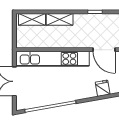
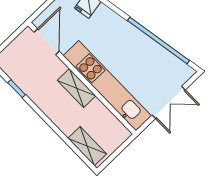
shelving: (60, 19) -> (76, 88), moved

